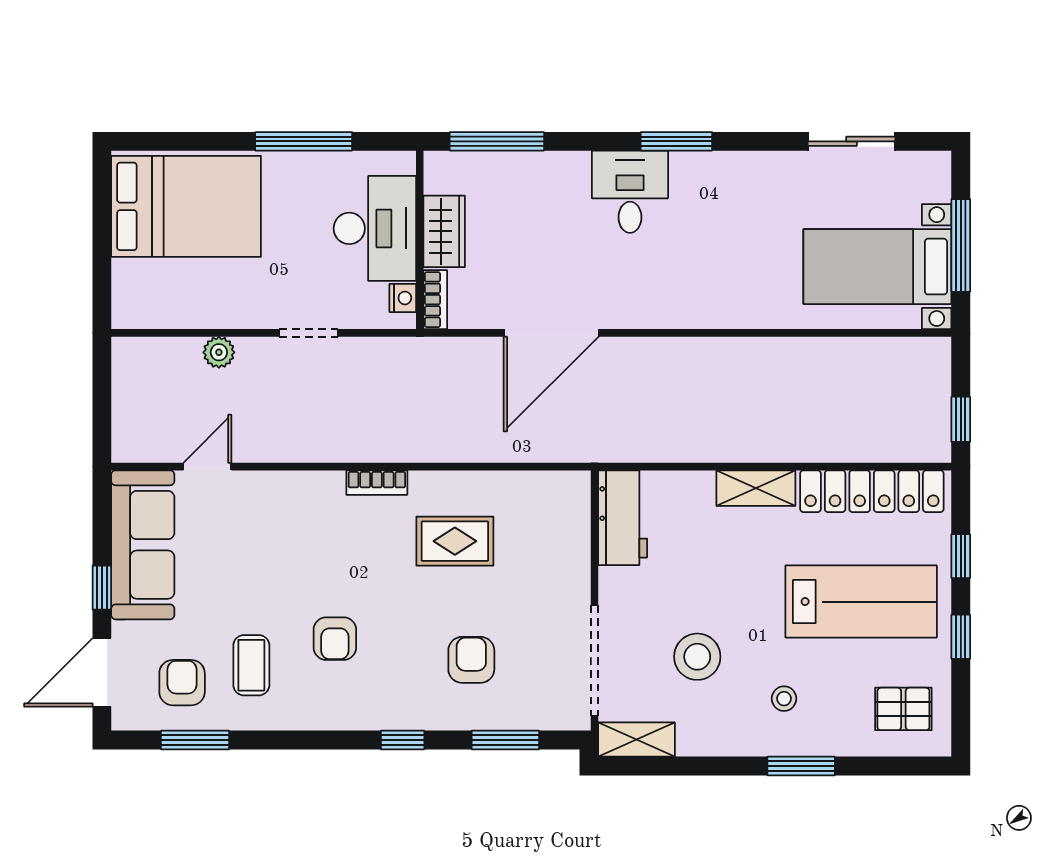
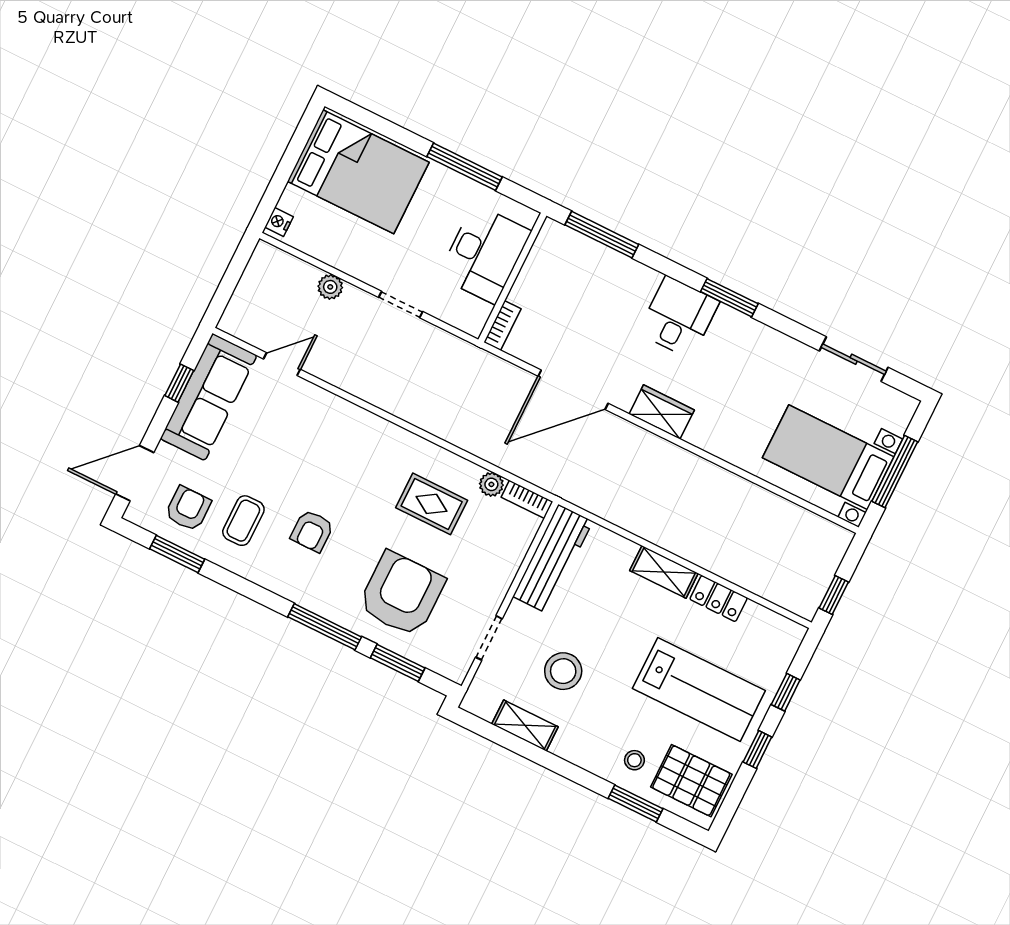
wardrobe: (444, 231) -> (662, 412), moved, turned -90
nightstand: (403, 298) -> (279, 222), moved, turned 180
bookcase: (377, 483) -> (527, 499), moved
plant: (512, 486) -> (491, 484), added
locker: (872, 491) -> (719, 598), width x0.46, depth x0.83
workbench: (623, 518) -> (553, 559), width x1.38
window: (102, 588) -> (179, 383), moved
armchair: (471, 660) -> (402, 594), width x1.88, depth x1.88
doorway: (595, 661) -> (489, 638), width x0.53
stool: (784, 699) -> (634, 760), moved
pallet: (903, 709) -> (691, 781), width x1.50, depth x1.42
shelving: (637, 739) -> (525, 725), moved
window: (403, 740) -> (325, 627), width x2.17
window: (801, 766) -> (636, 803), moved

